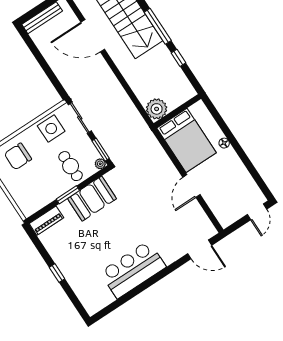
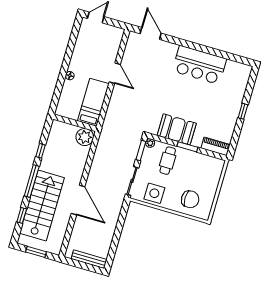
door: (93, 36) -> (78, 200), moved
bed: (187, 140) -> (93, 102), width x0.67
door: (191, 186) -> (115, 73), hinge flipped

